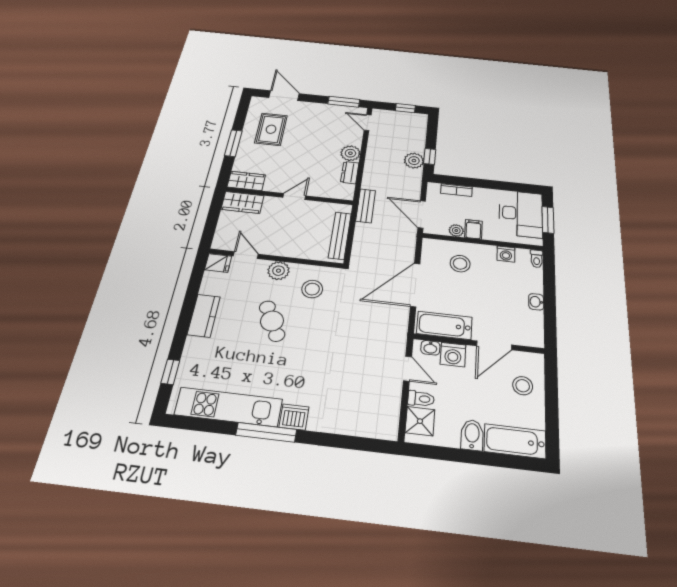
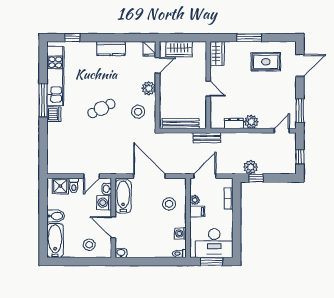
wardrobe: (242, 202) -> (179, 49), moved, turned -90
washbasin: (536, 302) -> (121, 253), moved
cafe table: (272, 321) -> (101, 108), moved

